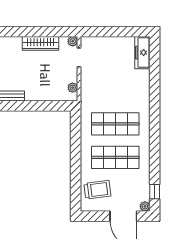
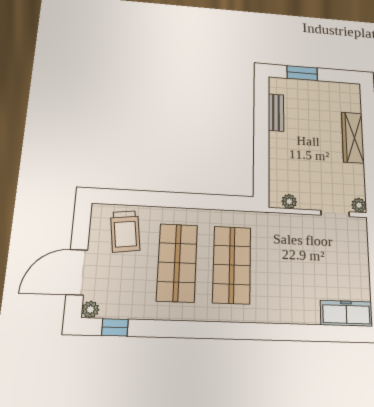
wardrobe: (40, 43) -> (353, 137), moved

